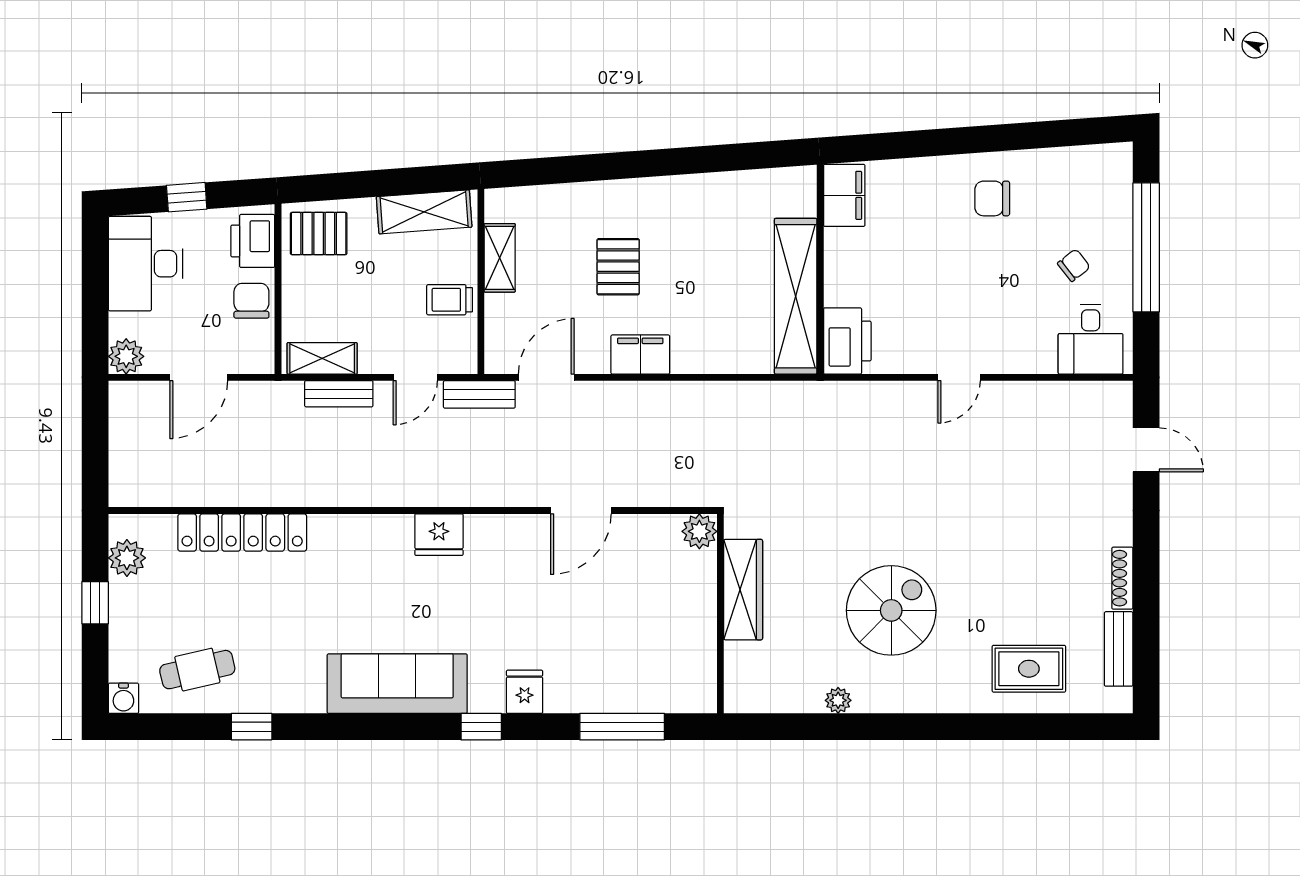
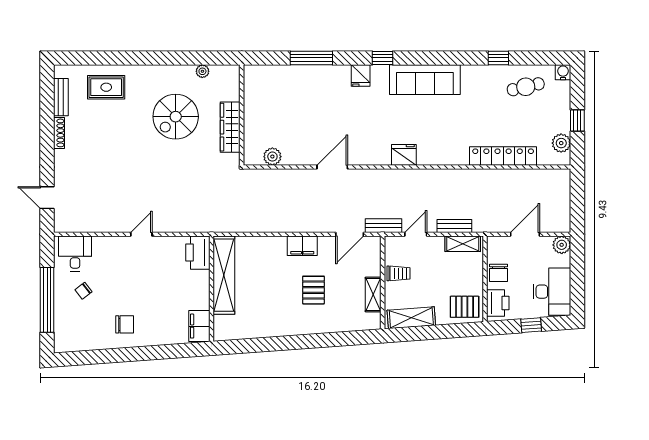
wardrobe: (743, 590) -> (230, 127), moved
wall: (720, 614) -> (242, 115), moved

